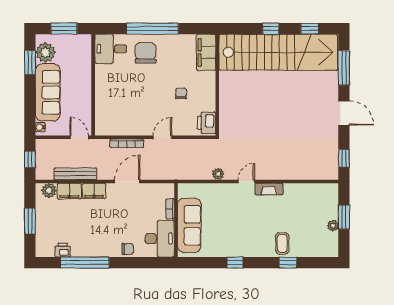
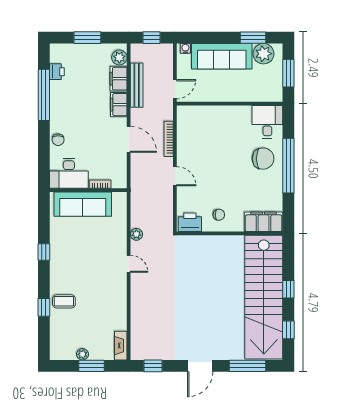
chair: (181, 93) -> (219, 215), moved
fireplace: (269, 189) -> (121, 346), moved

